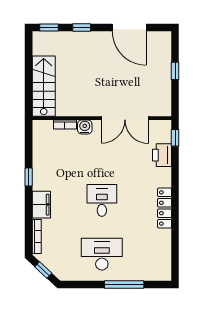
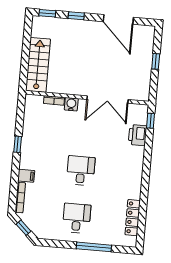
filing cabinet: (41, 205) -> (26, 176), width x0.50
locker: (165, 208) -> (133, 218), moved
desk: (102, 254) -> (77, 218), width x0.73

